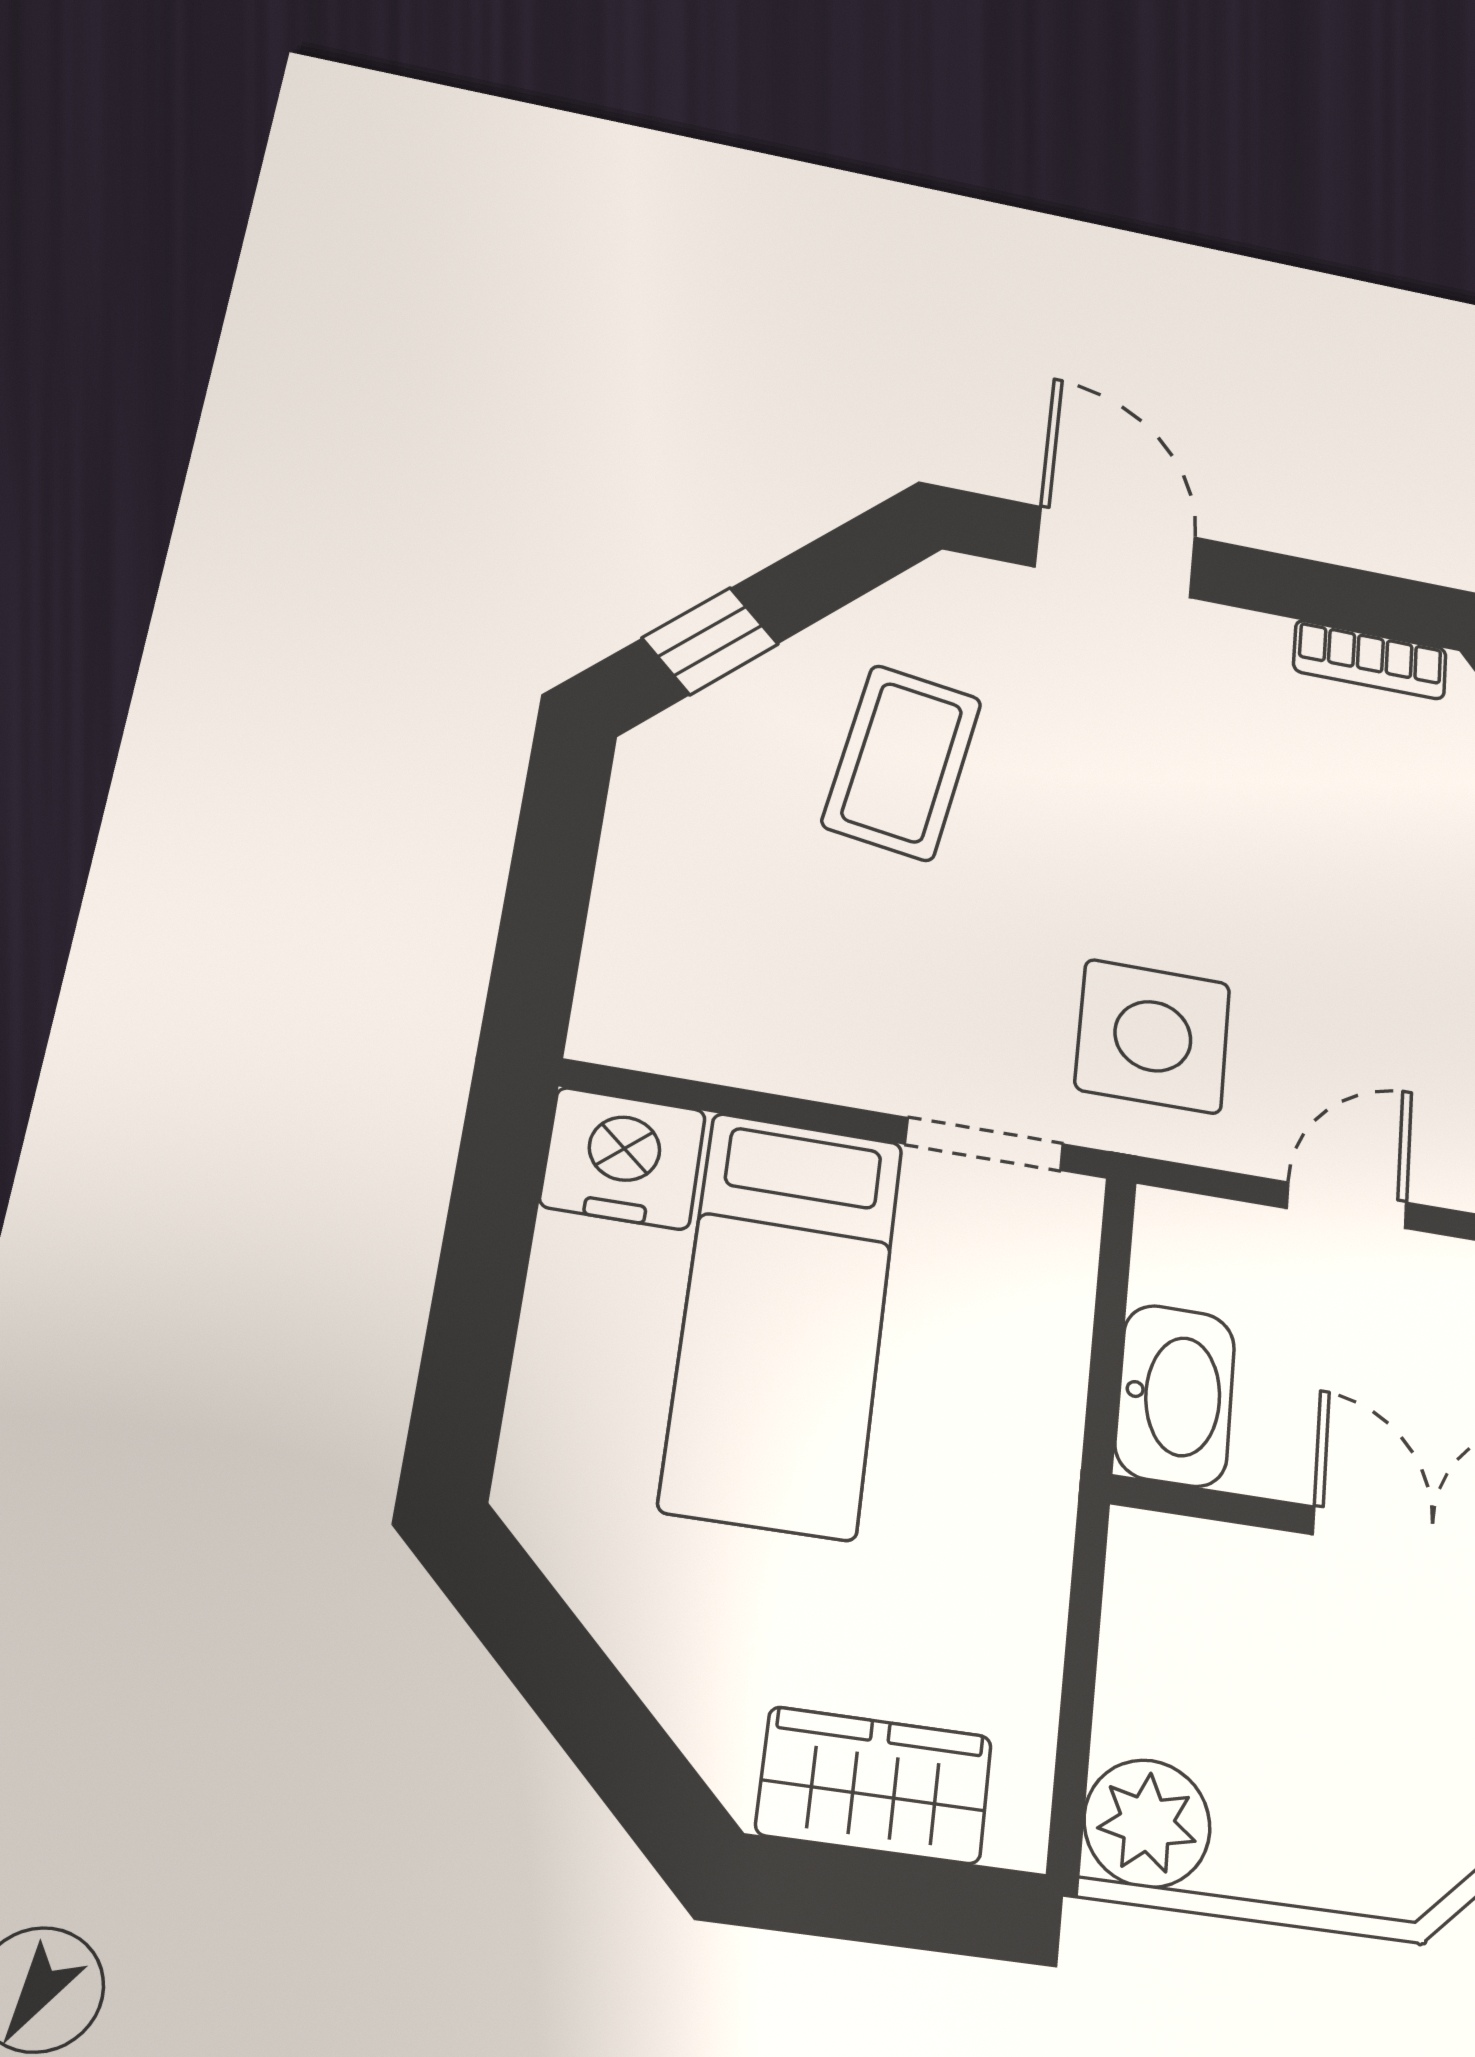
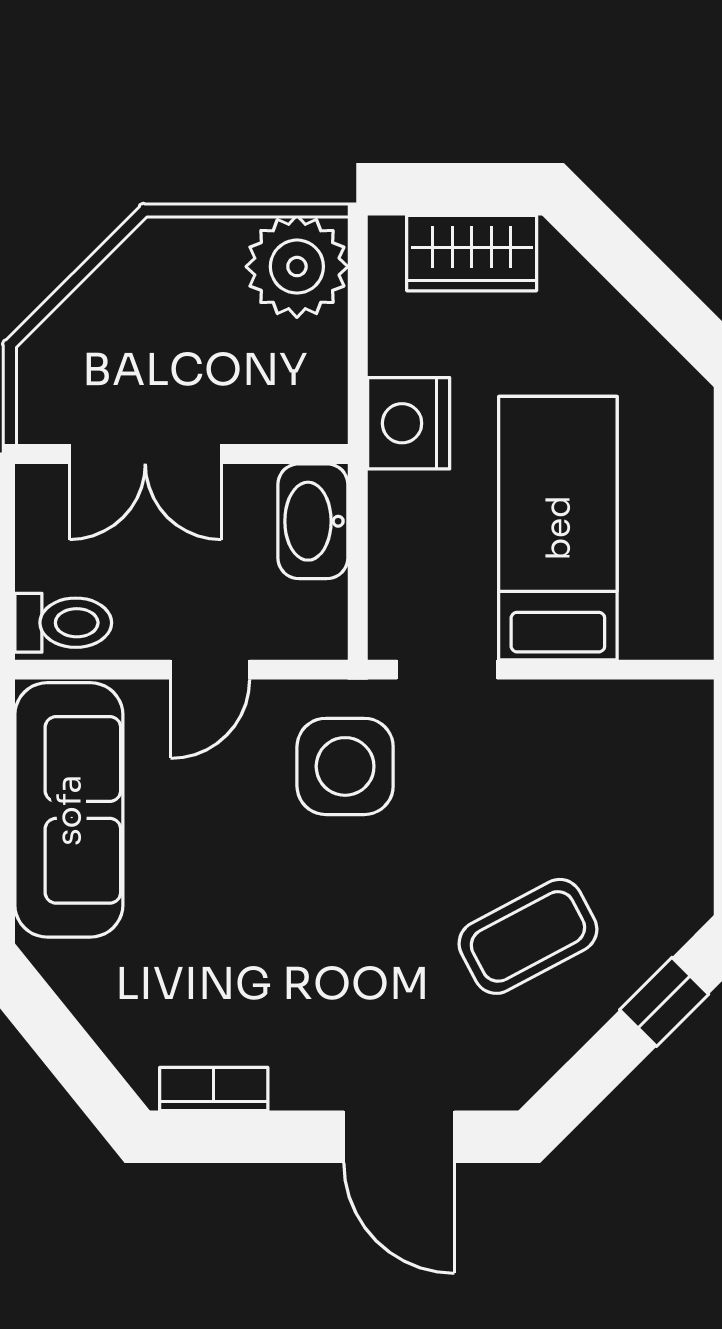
coffee table: (902, 762) -> (528, 936), turned 53
nightstand: (623, 1158) -> (409, 423), moved, turned 90
plant: (1147, 1823) -> (297, 267), width x1.36, depth x1.36

